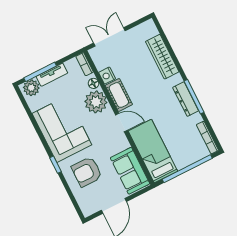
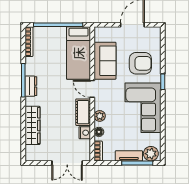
dresser: (186, 99) -> (31, 86), width x0.70
plant: (96, 102) -> (100, 116), width x0.53, depth x0.53
sofa: (130, 171) -> (105, 61), moved

